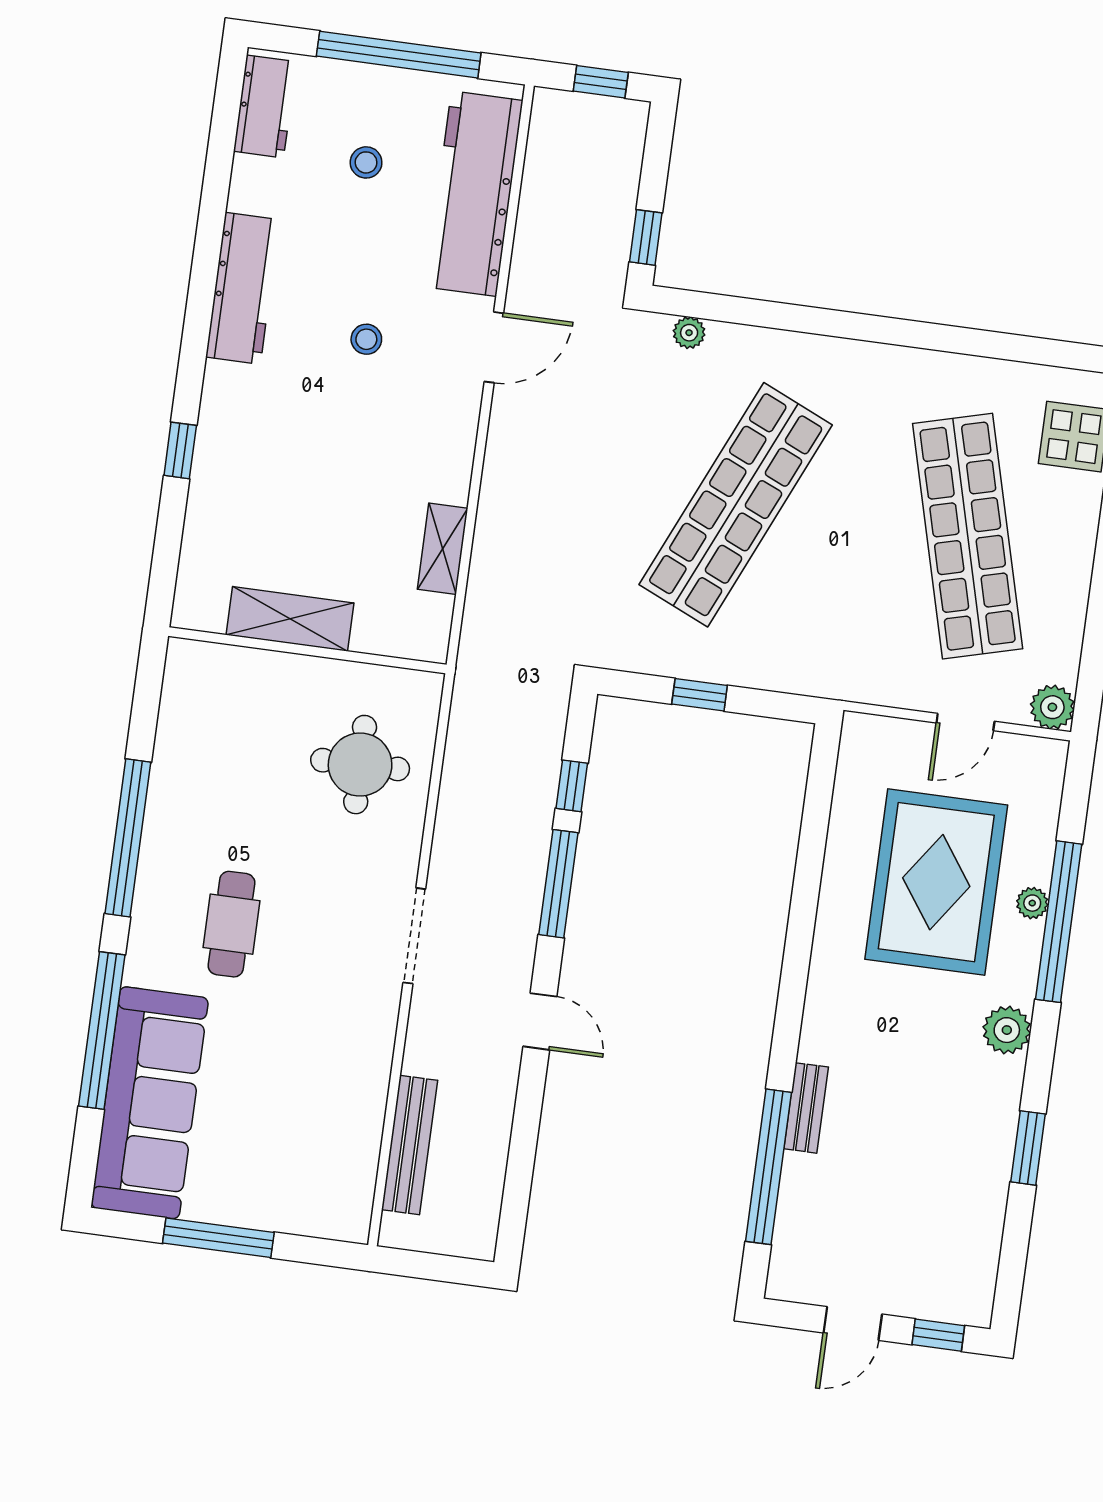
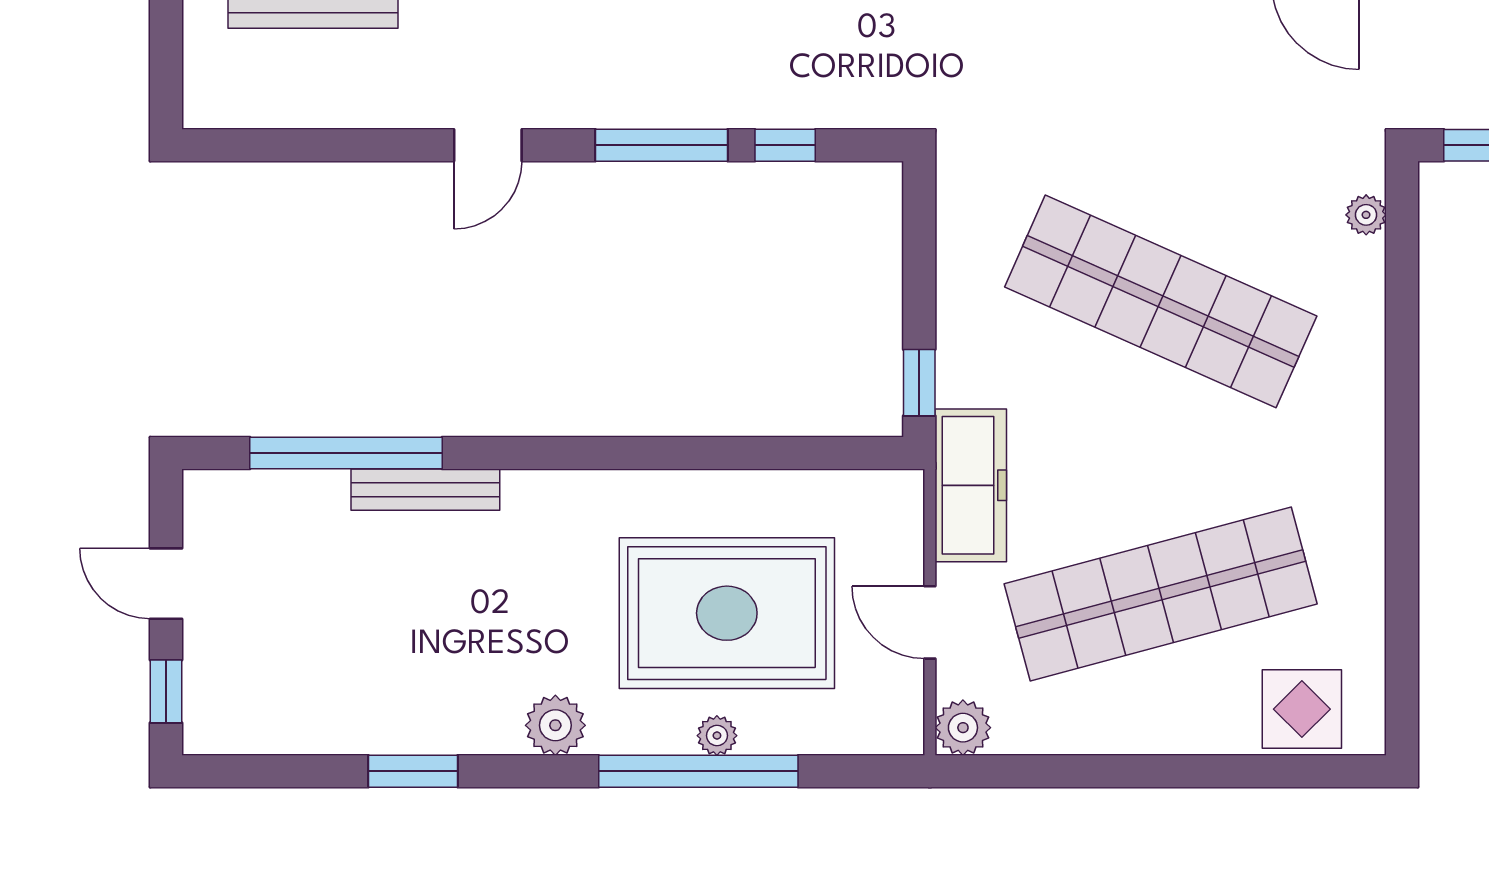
freezer: (861, 675) -> (971, 485), added
window: (700, 695) -> (919, 383), moved
bench: (806, 1108) -> (425, 490), width x1.36

